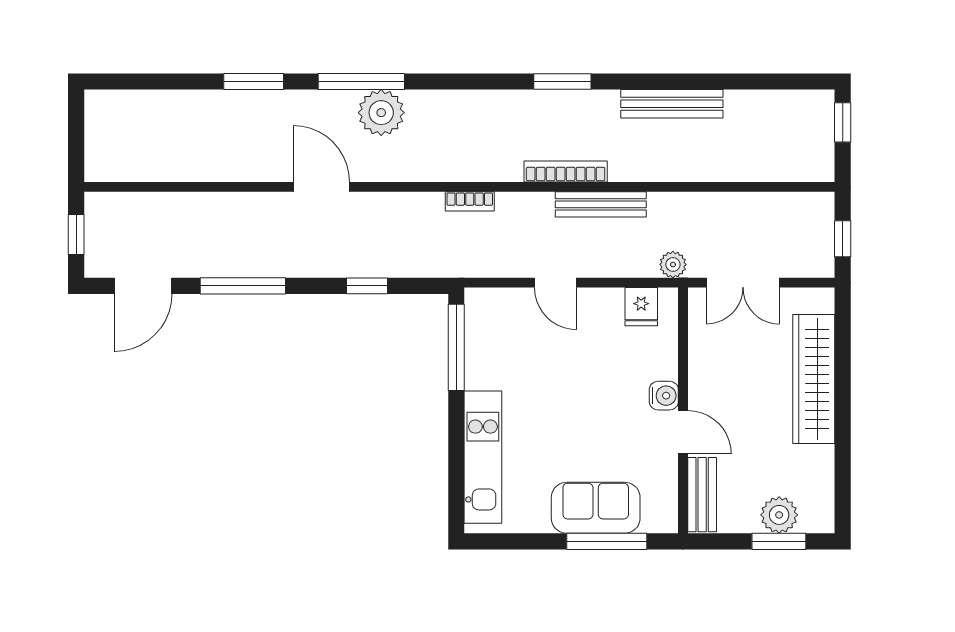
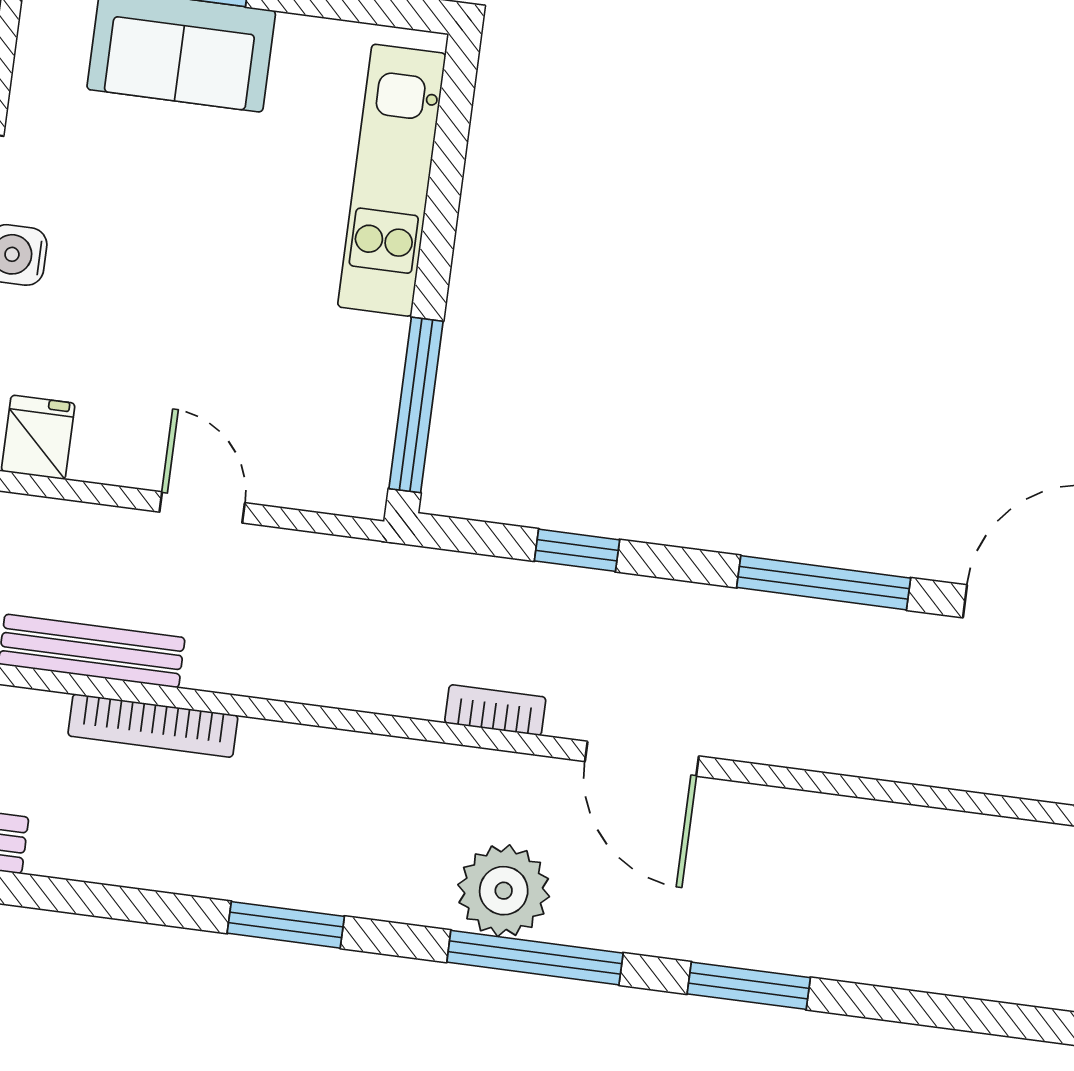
window: (562, 82) -> (286, 925), moved
bookcase: (470, 201) -> (495, 710), moved

